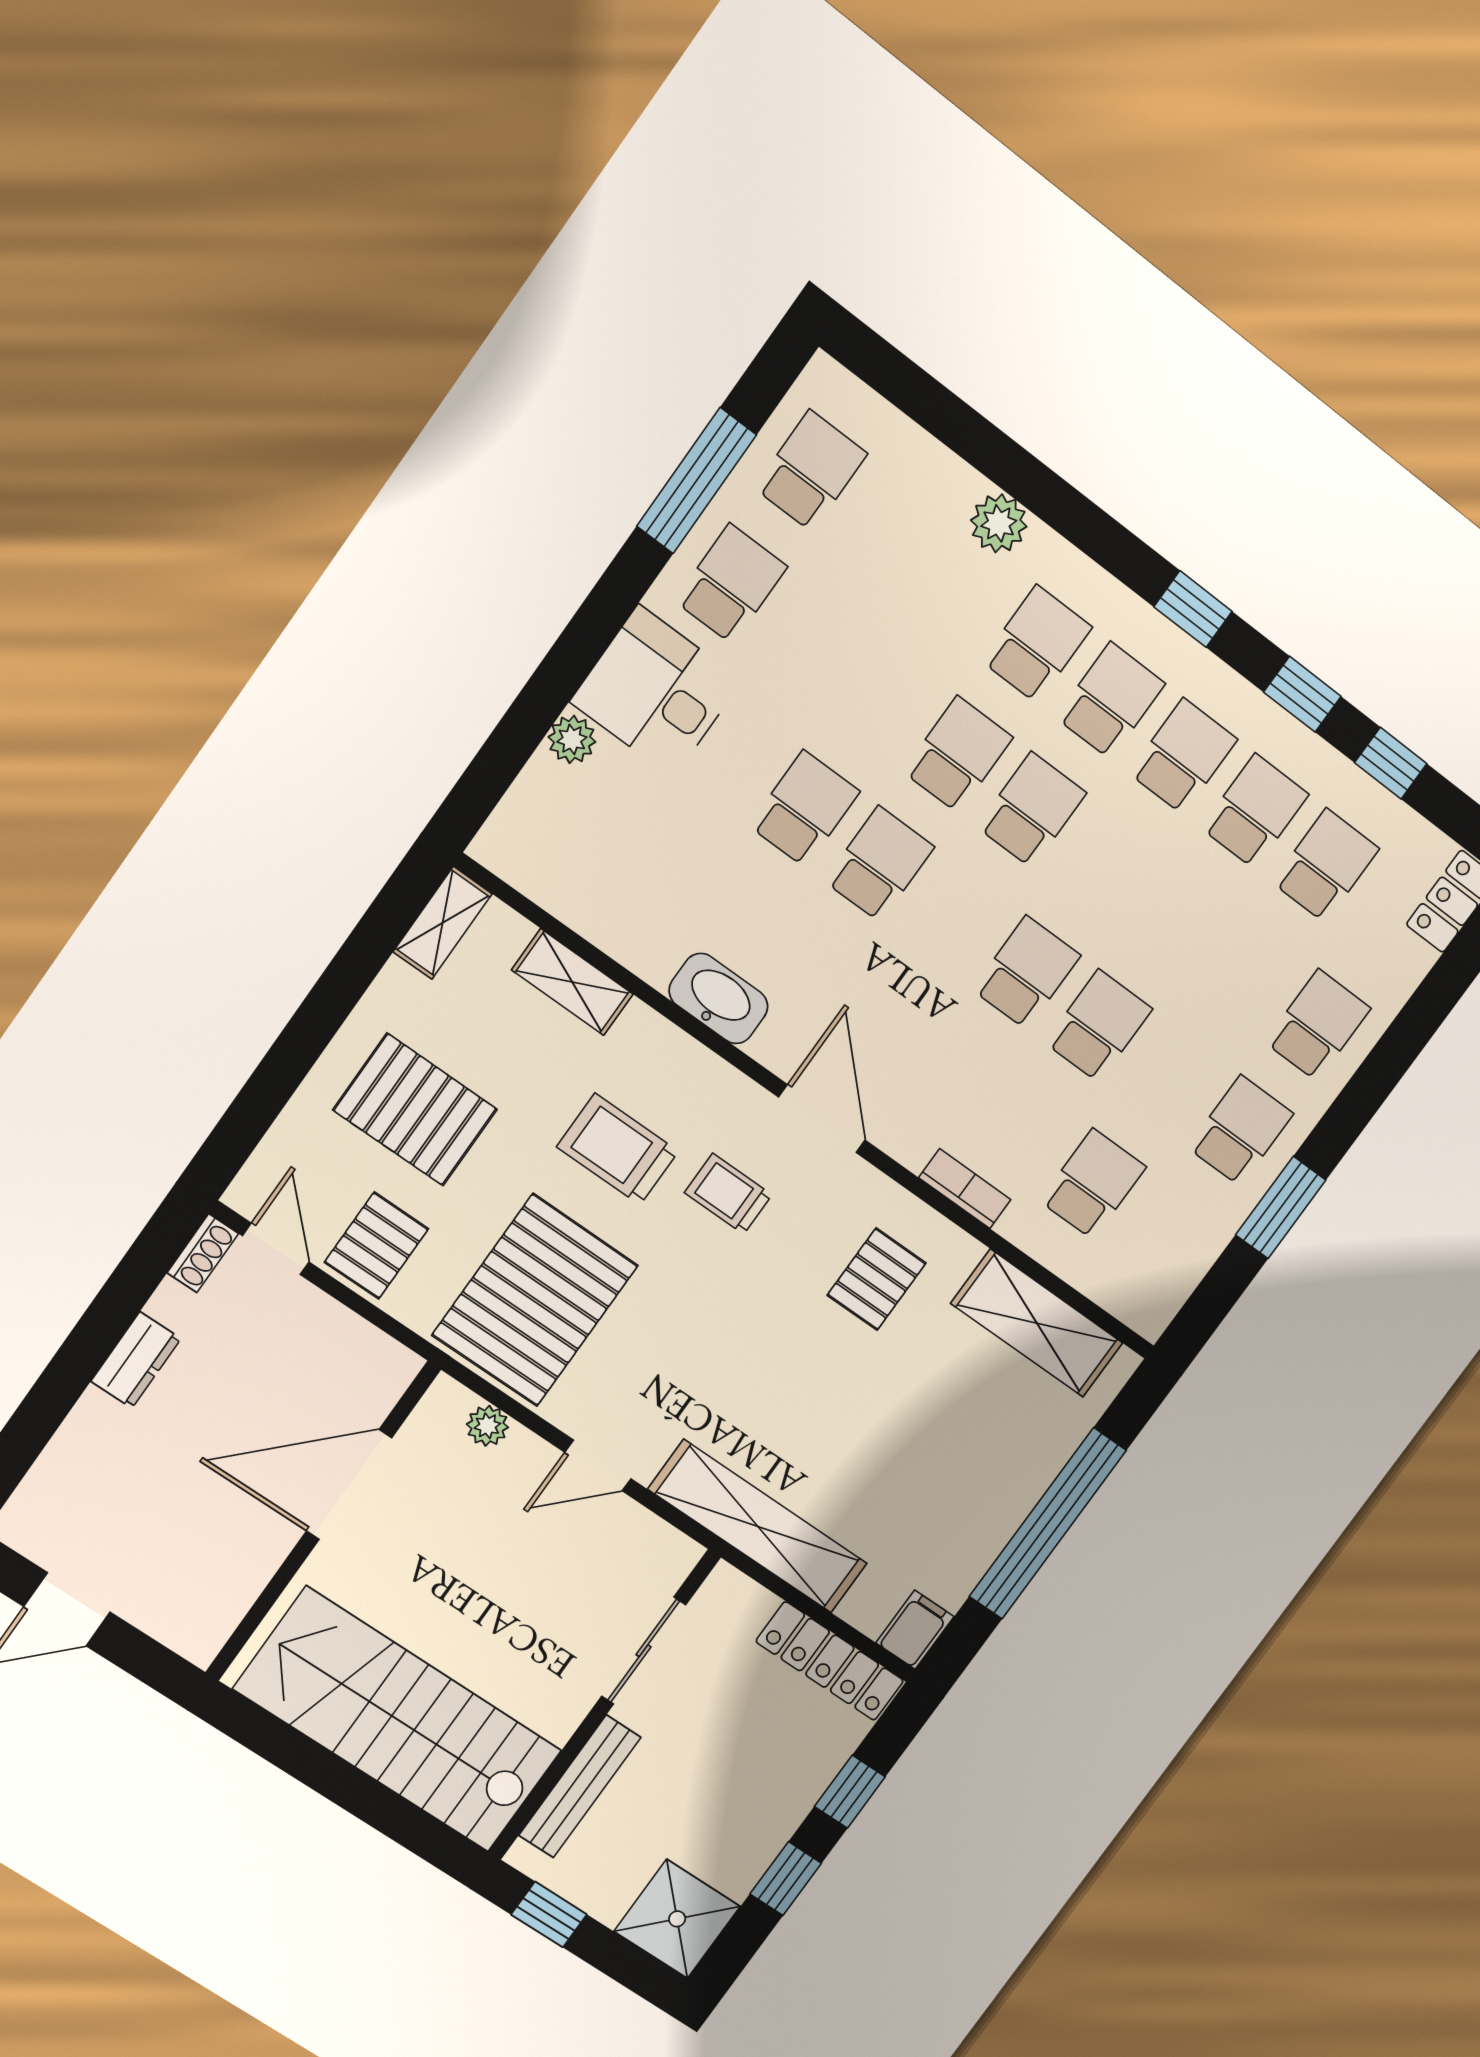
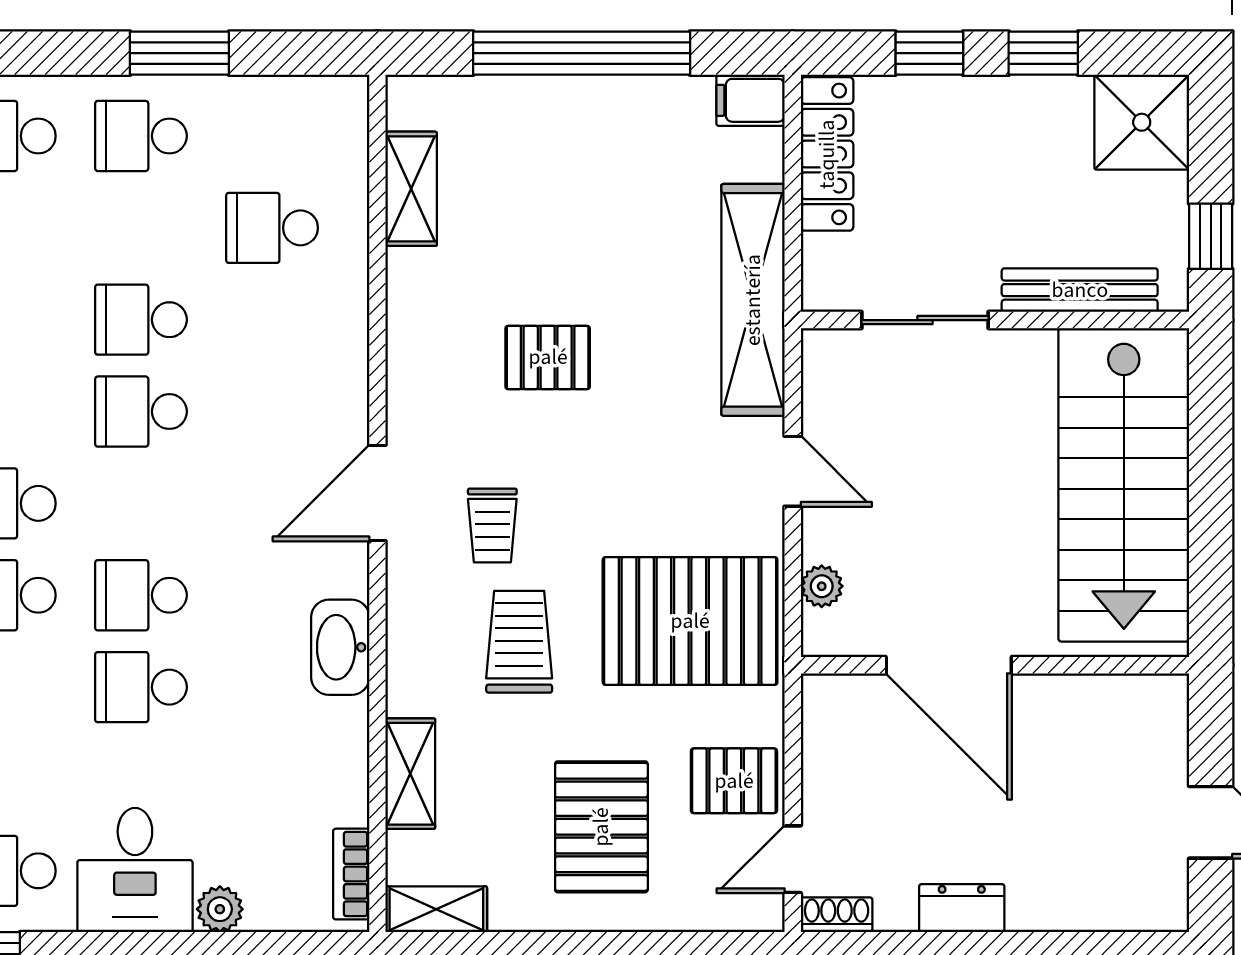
trolley: (618, 1149) -> (519, 642), turned 180
bookcase: (965, 1189) -> (351, 874), moved
pallet: (877, 1279) -> (548, 357), moved
shelving: (1037, 1323) -> (411, 189), width x0.67, depth x0.75

